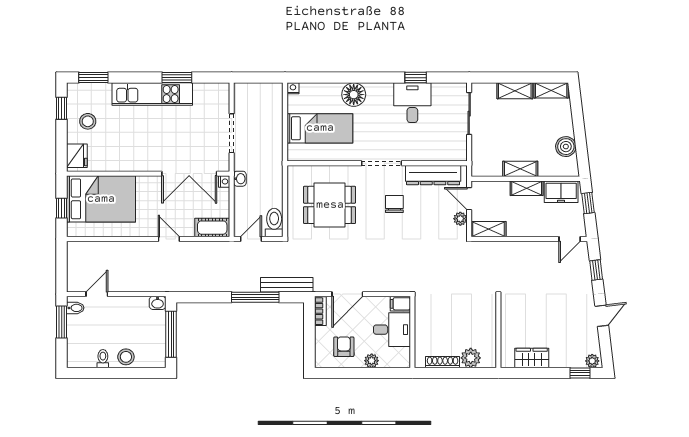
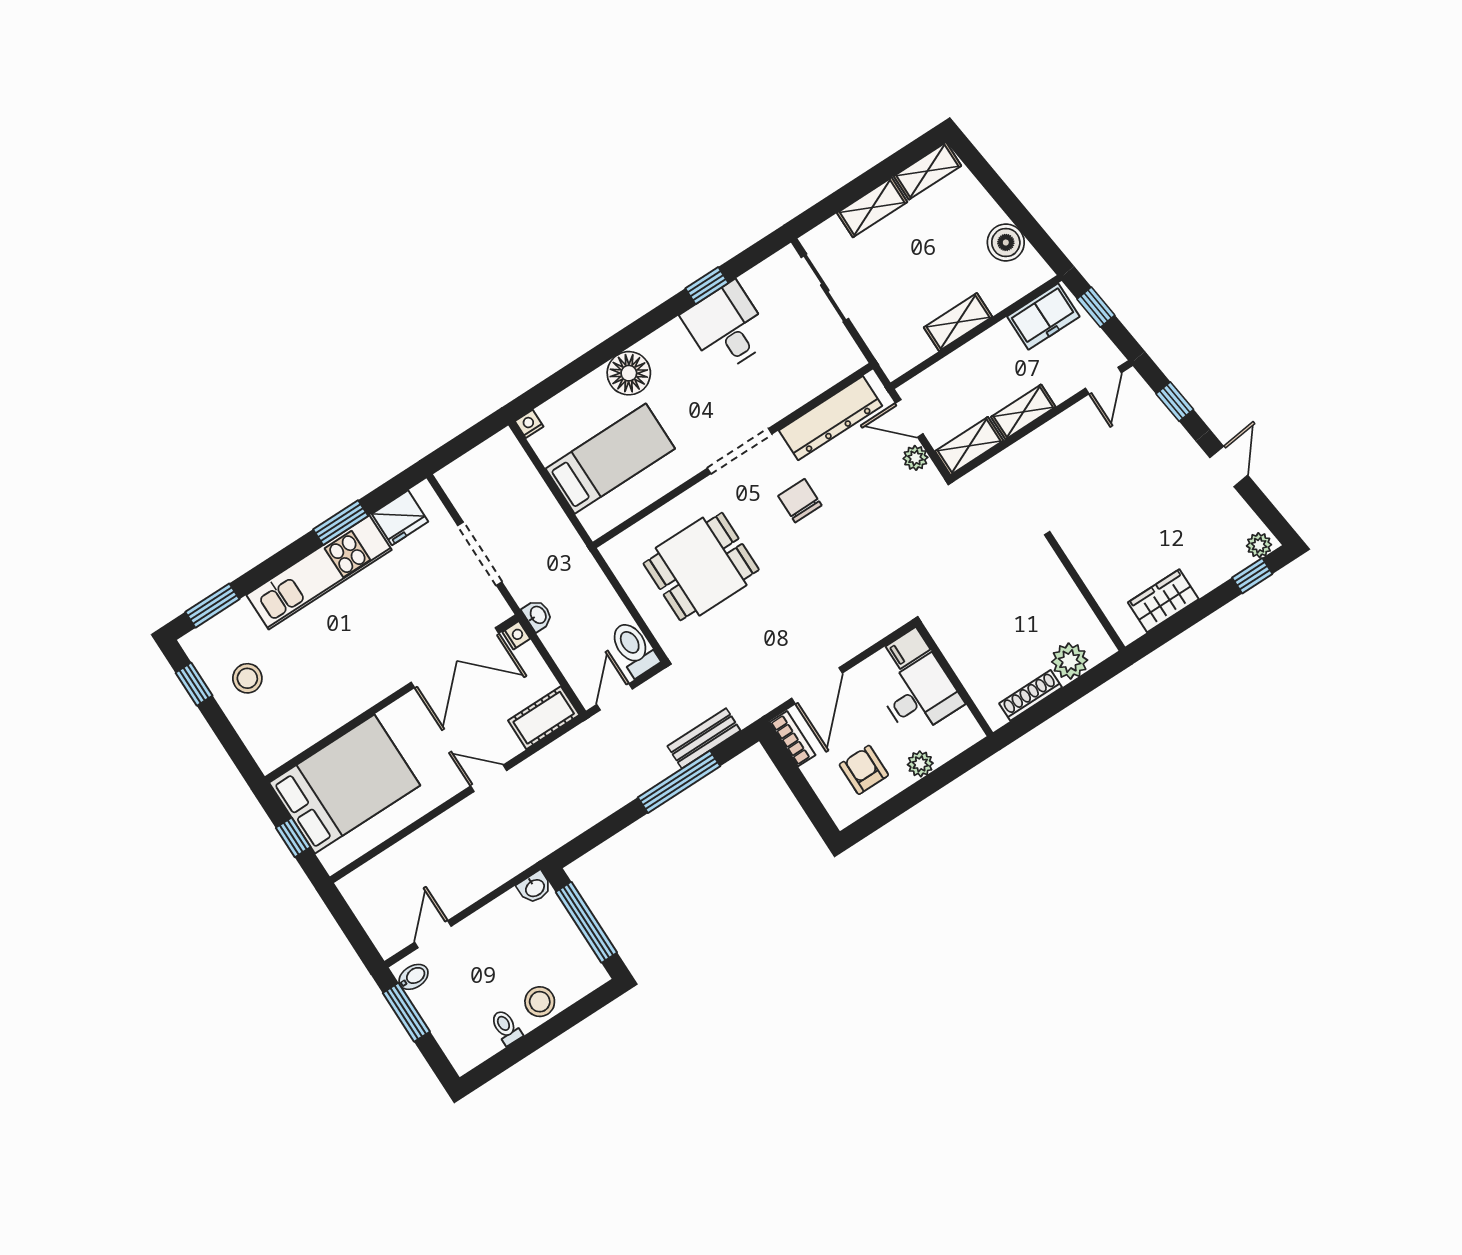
fridge: (77, 156) -> (400, 518), moved, turned 90
shelving: (527, 188) -> (1023, 412), moved
bench: (287, 285) -> (704, 738), width x0.73

